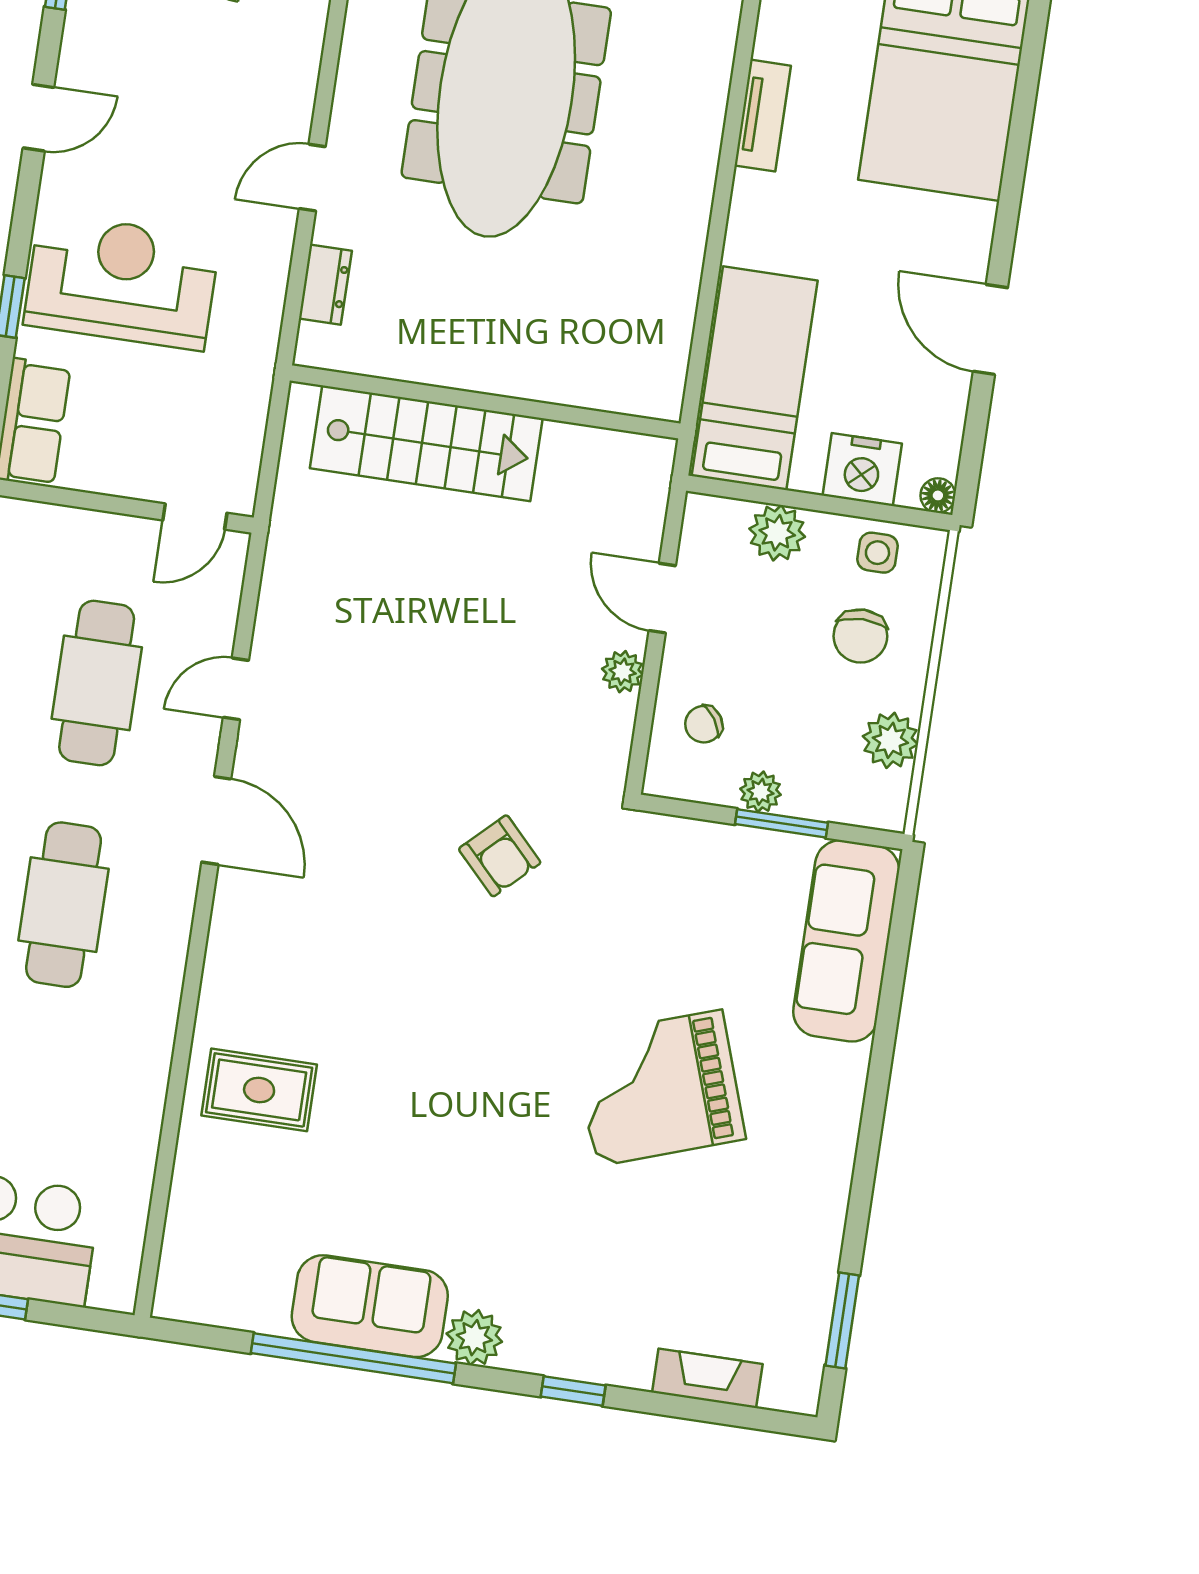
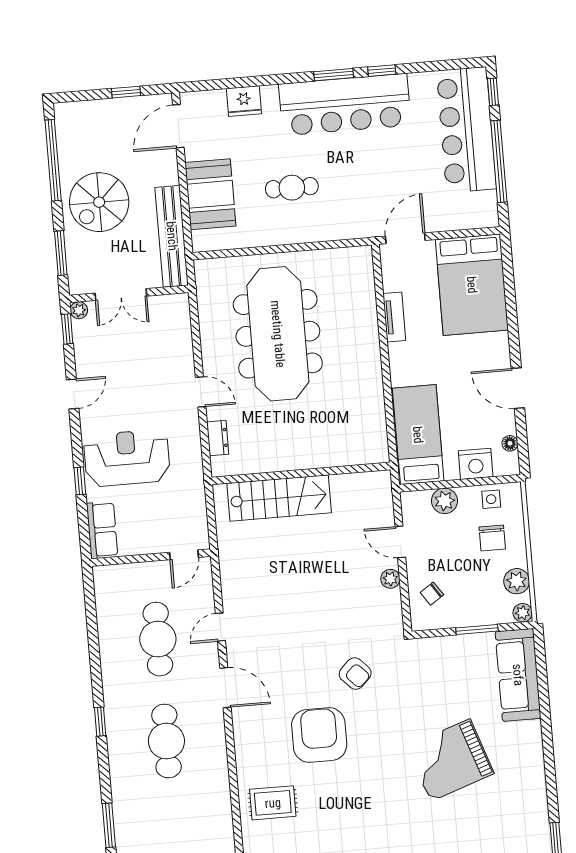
door: (312, 178) -> (201, 392), swing flipped
floor lamp: (938, 495) -> (510, 443), moved
plant: (761, 792) -> (523, 613), moved
armchair: (392, 969) -> (319, 735), added

